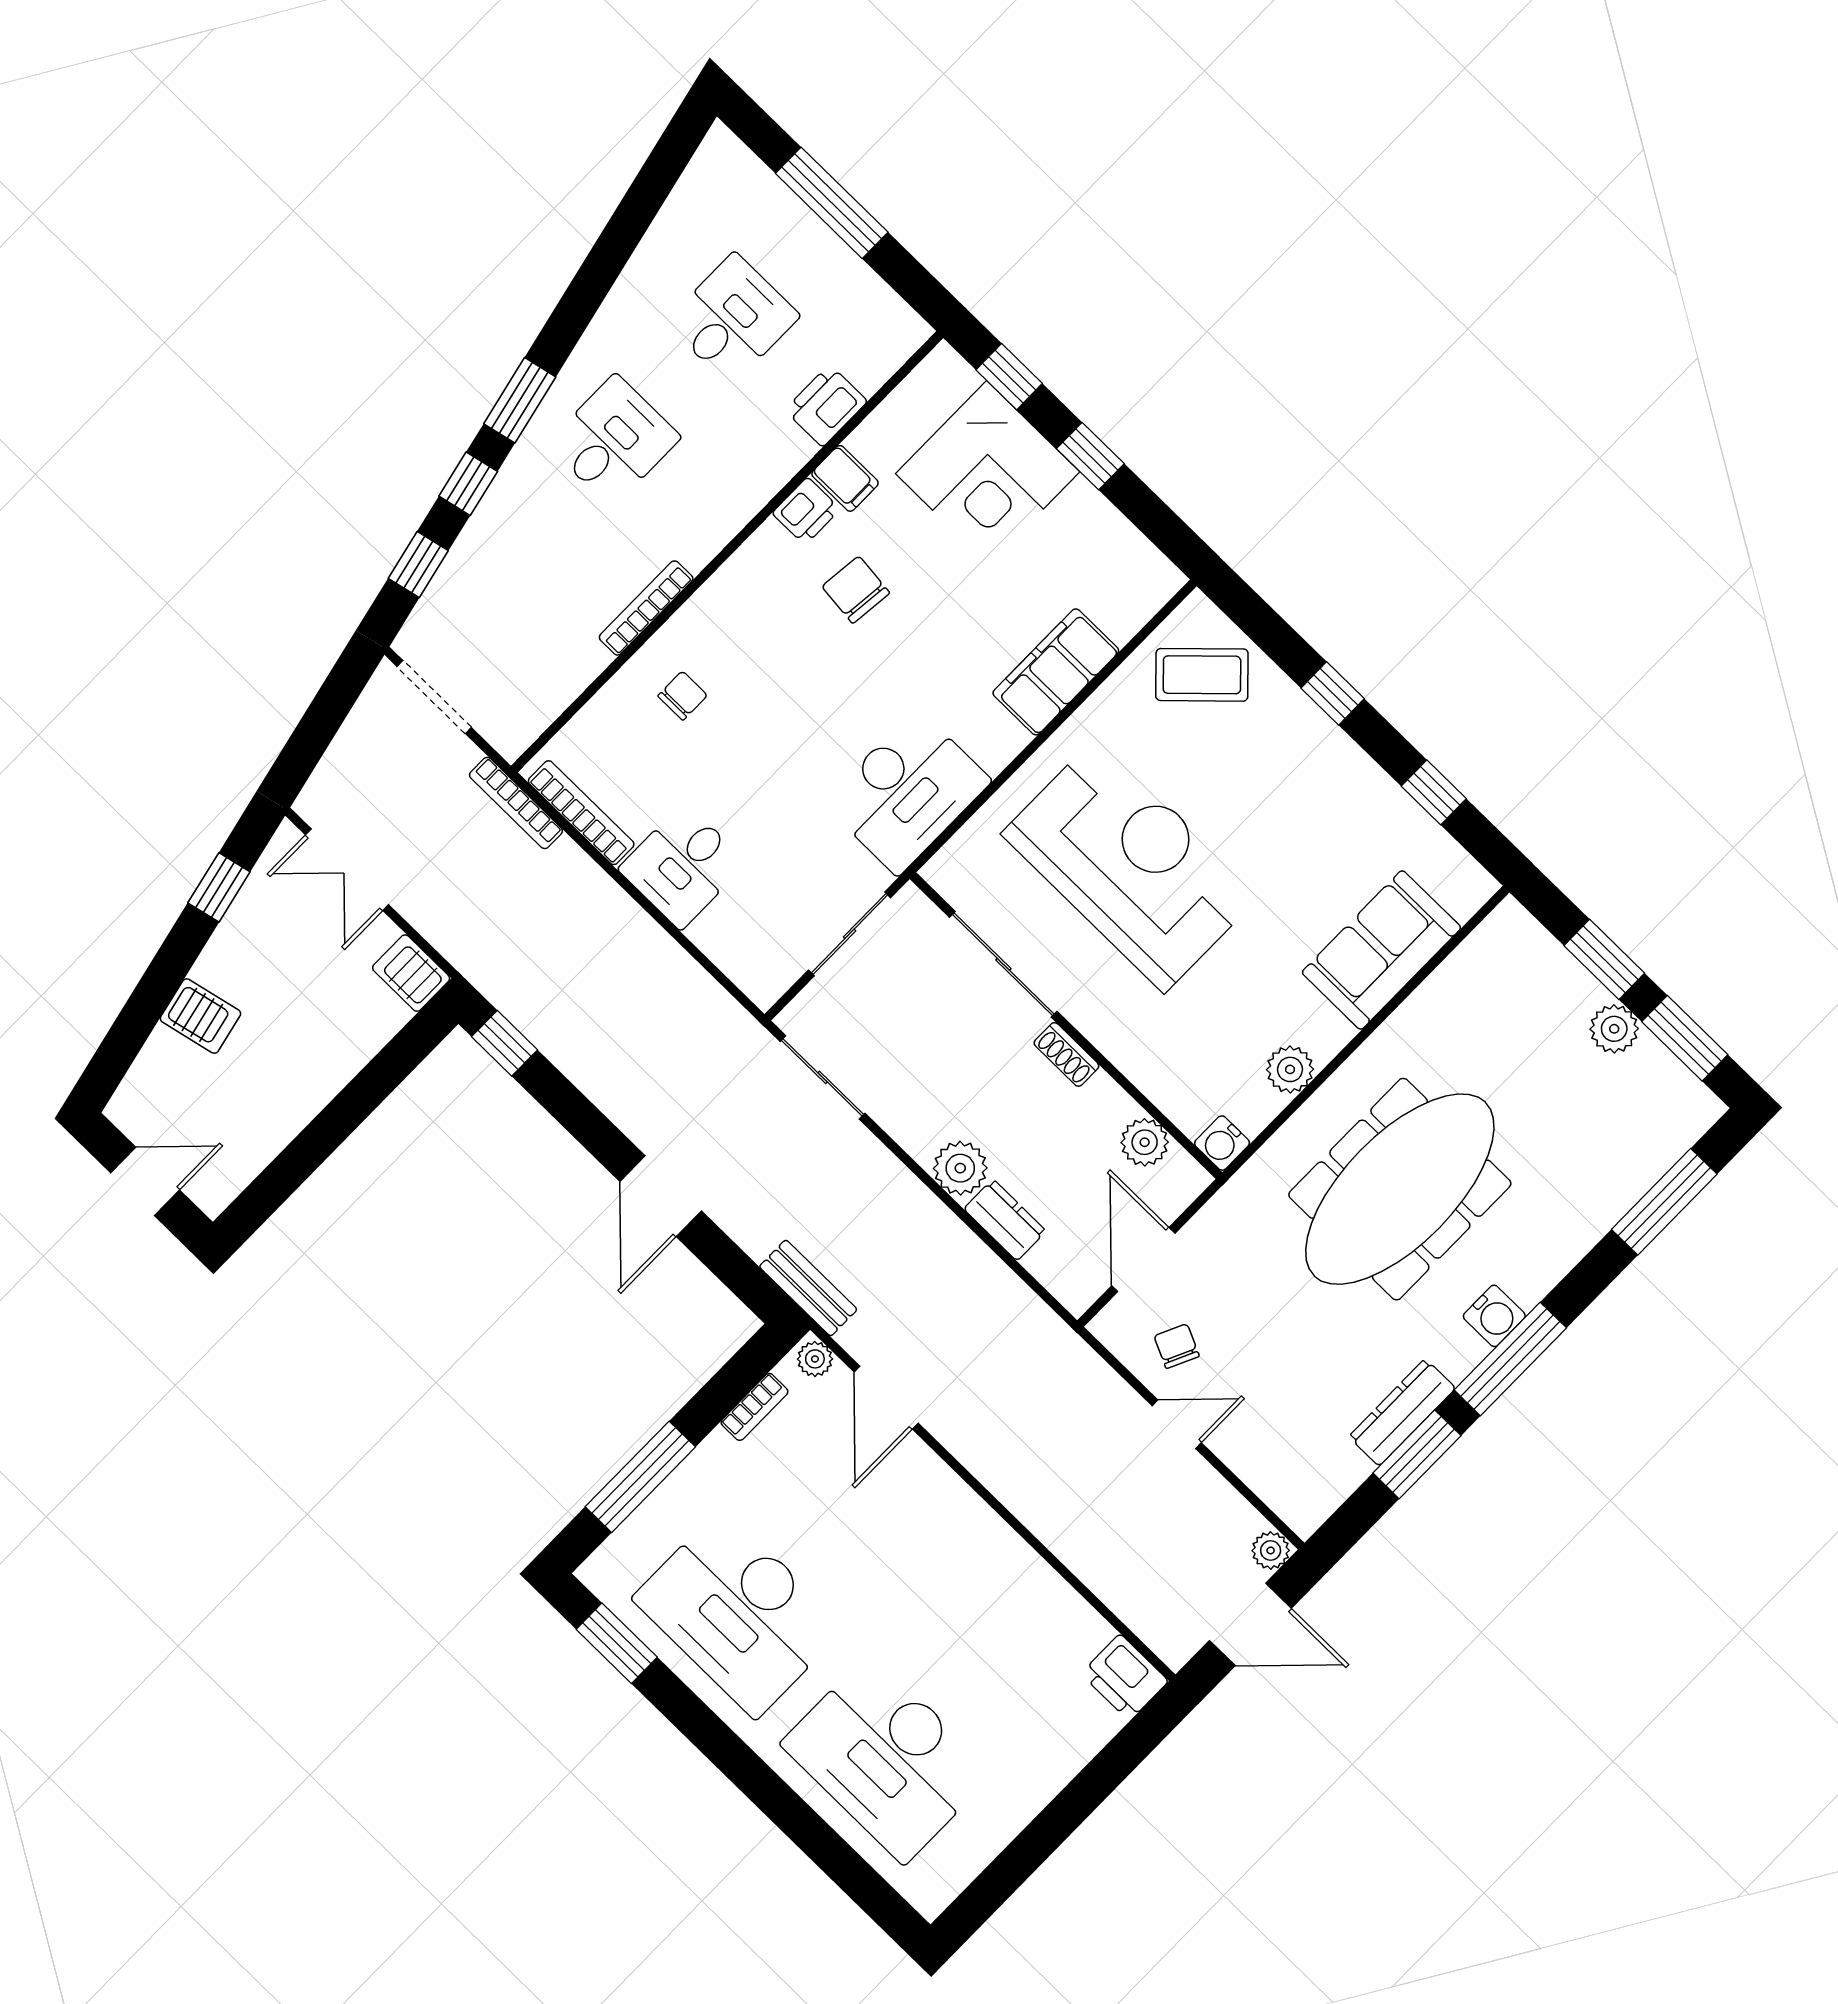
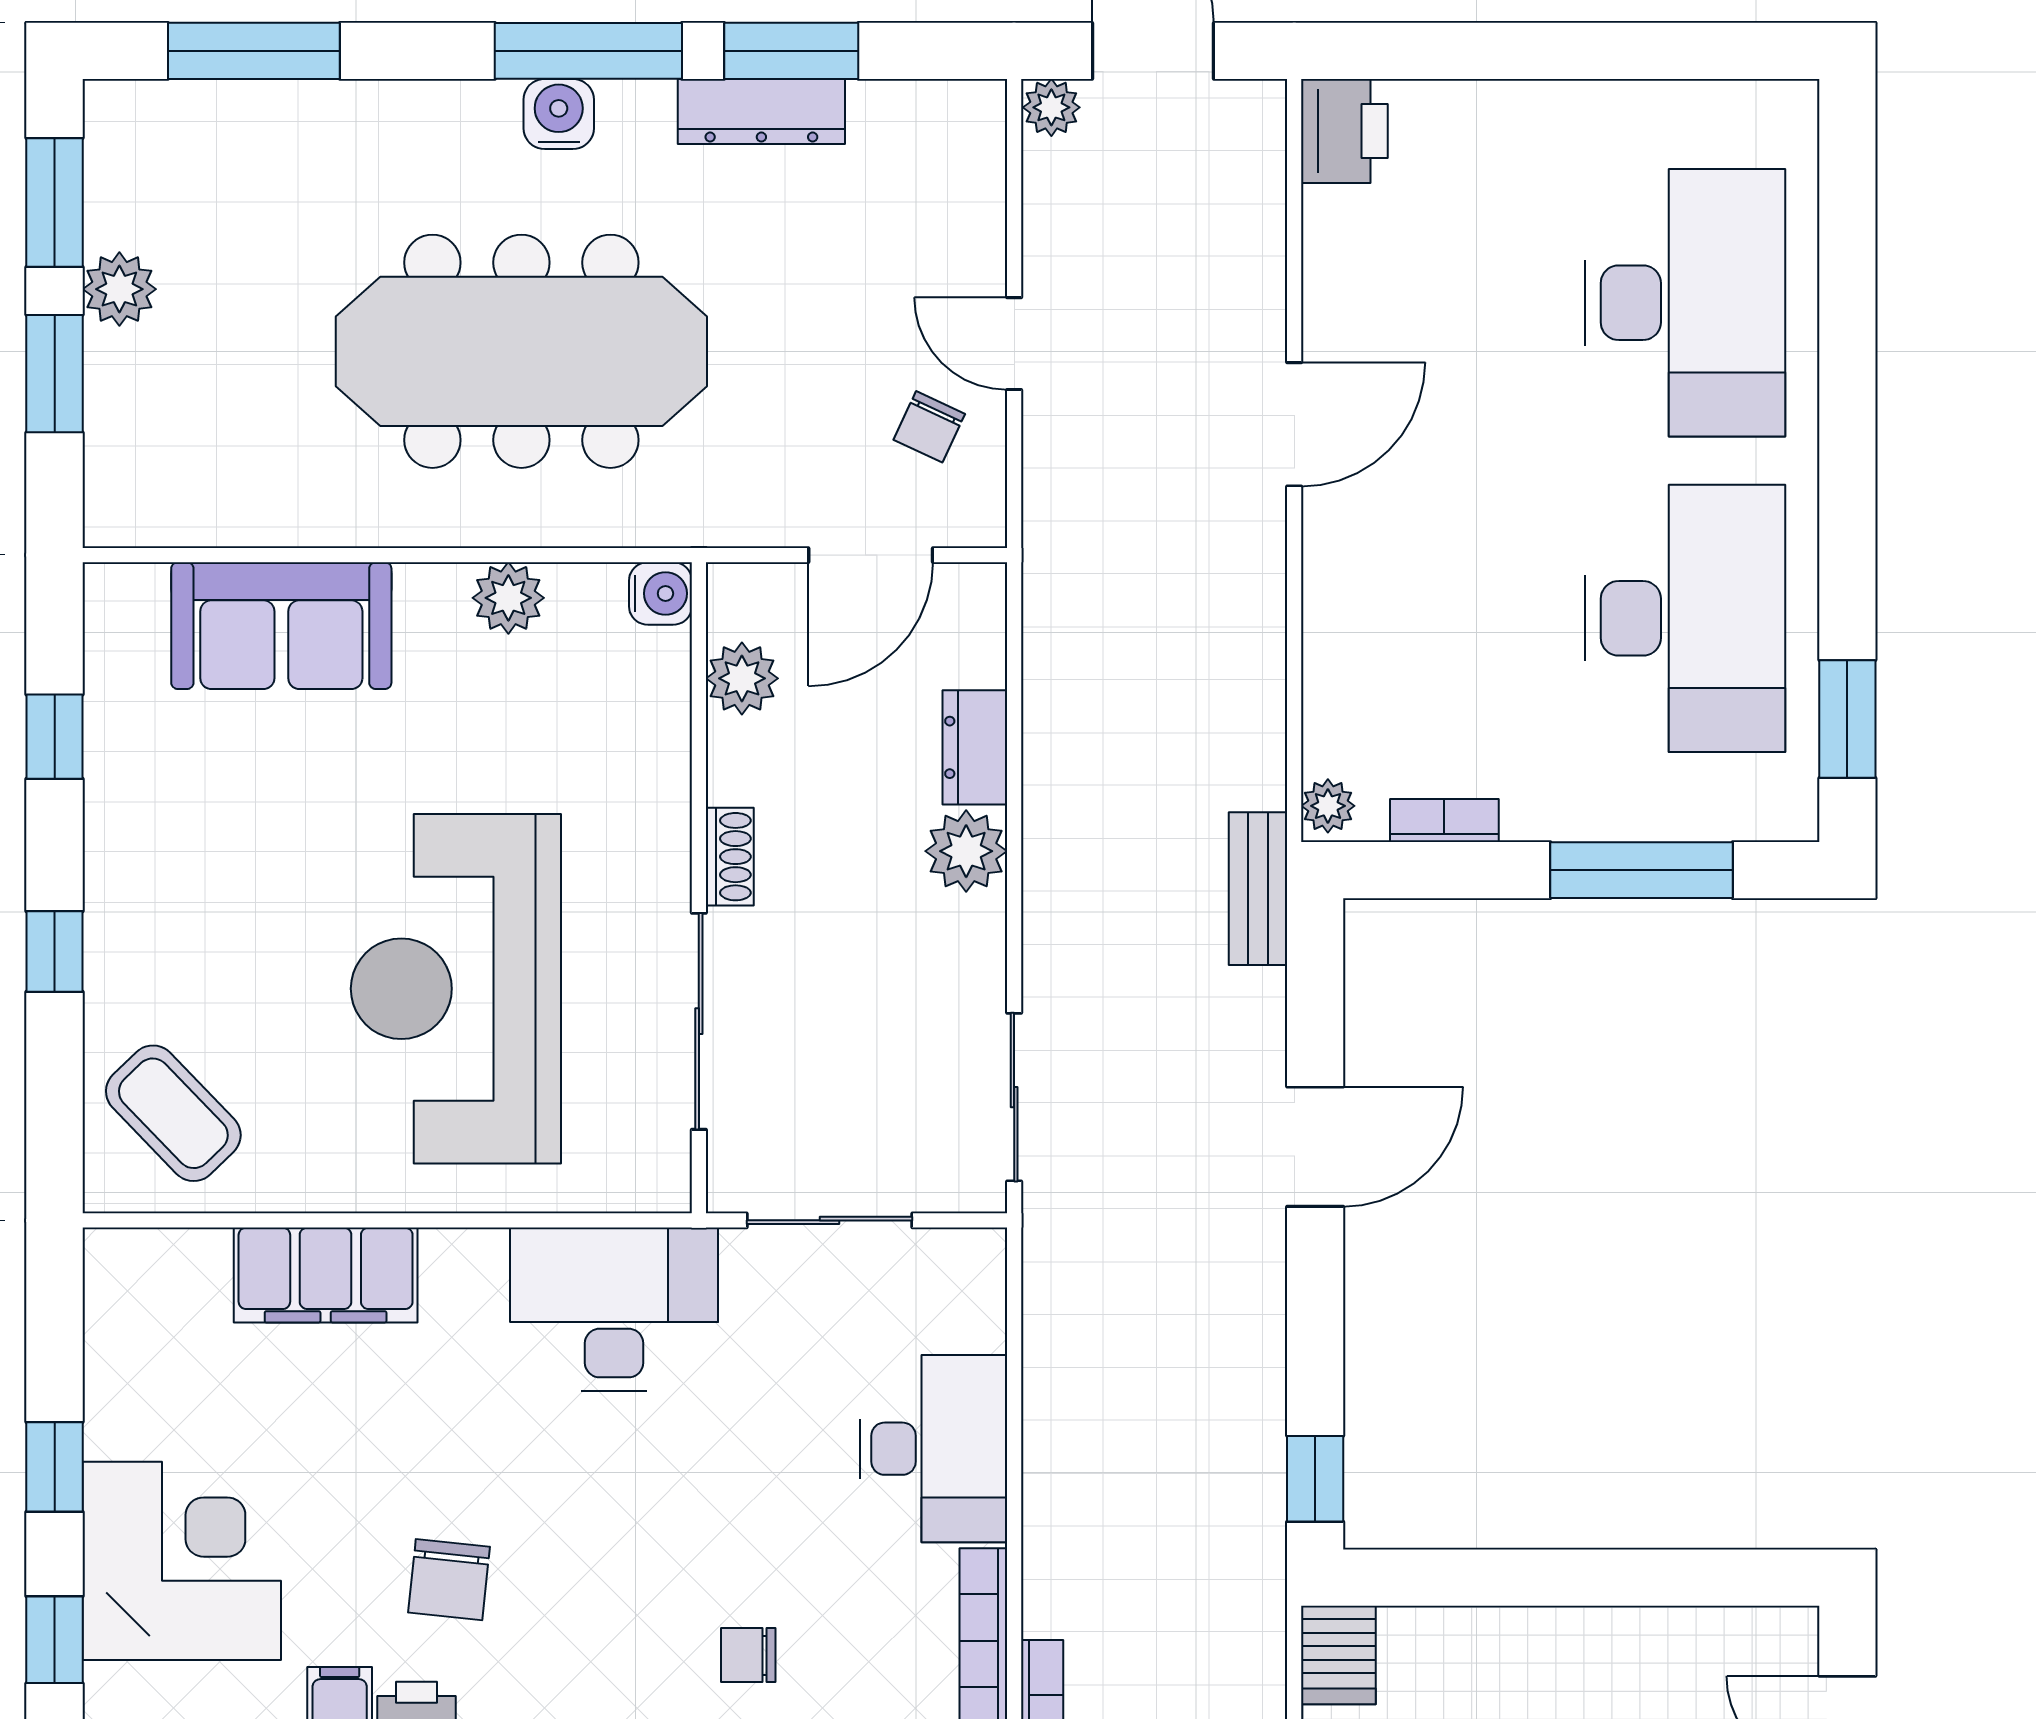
desk: (682, 866) -> (933, 1449), width x1.37
door: (886, 1398) -> (1294, 424), moved

